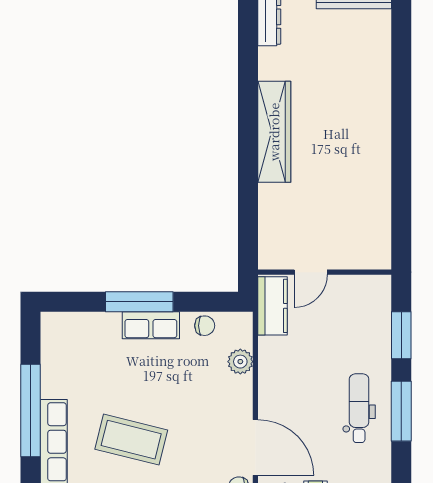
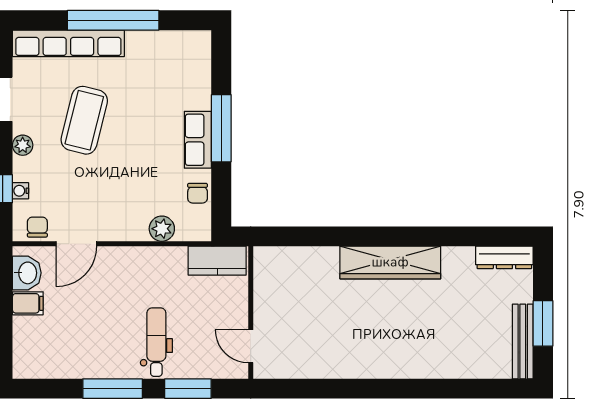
door: (311, 272) -> (251, 346), moved
dental chair: (359, 408) -> (156, 342), moved, turned -90
door: (255, 447) -> (76, 244), width x0.73

